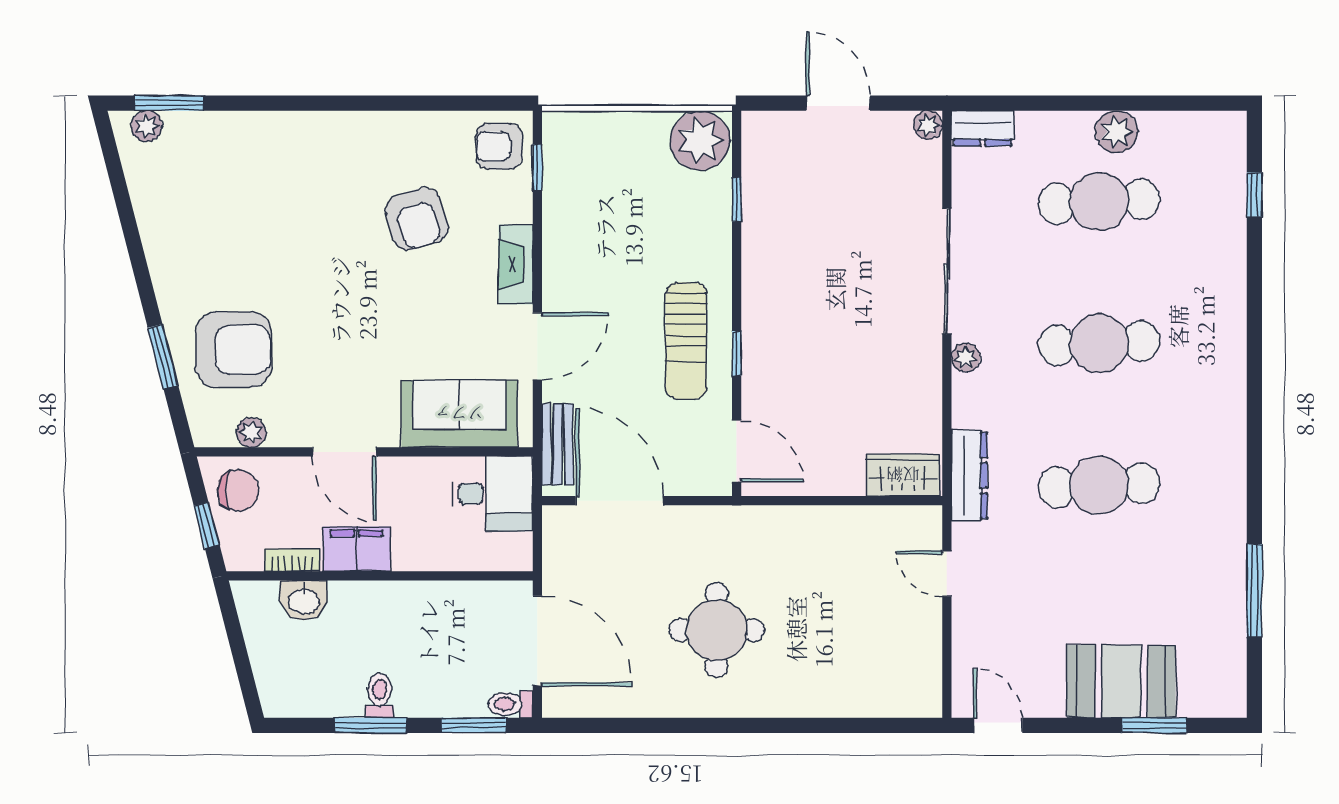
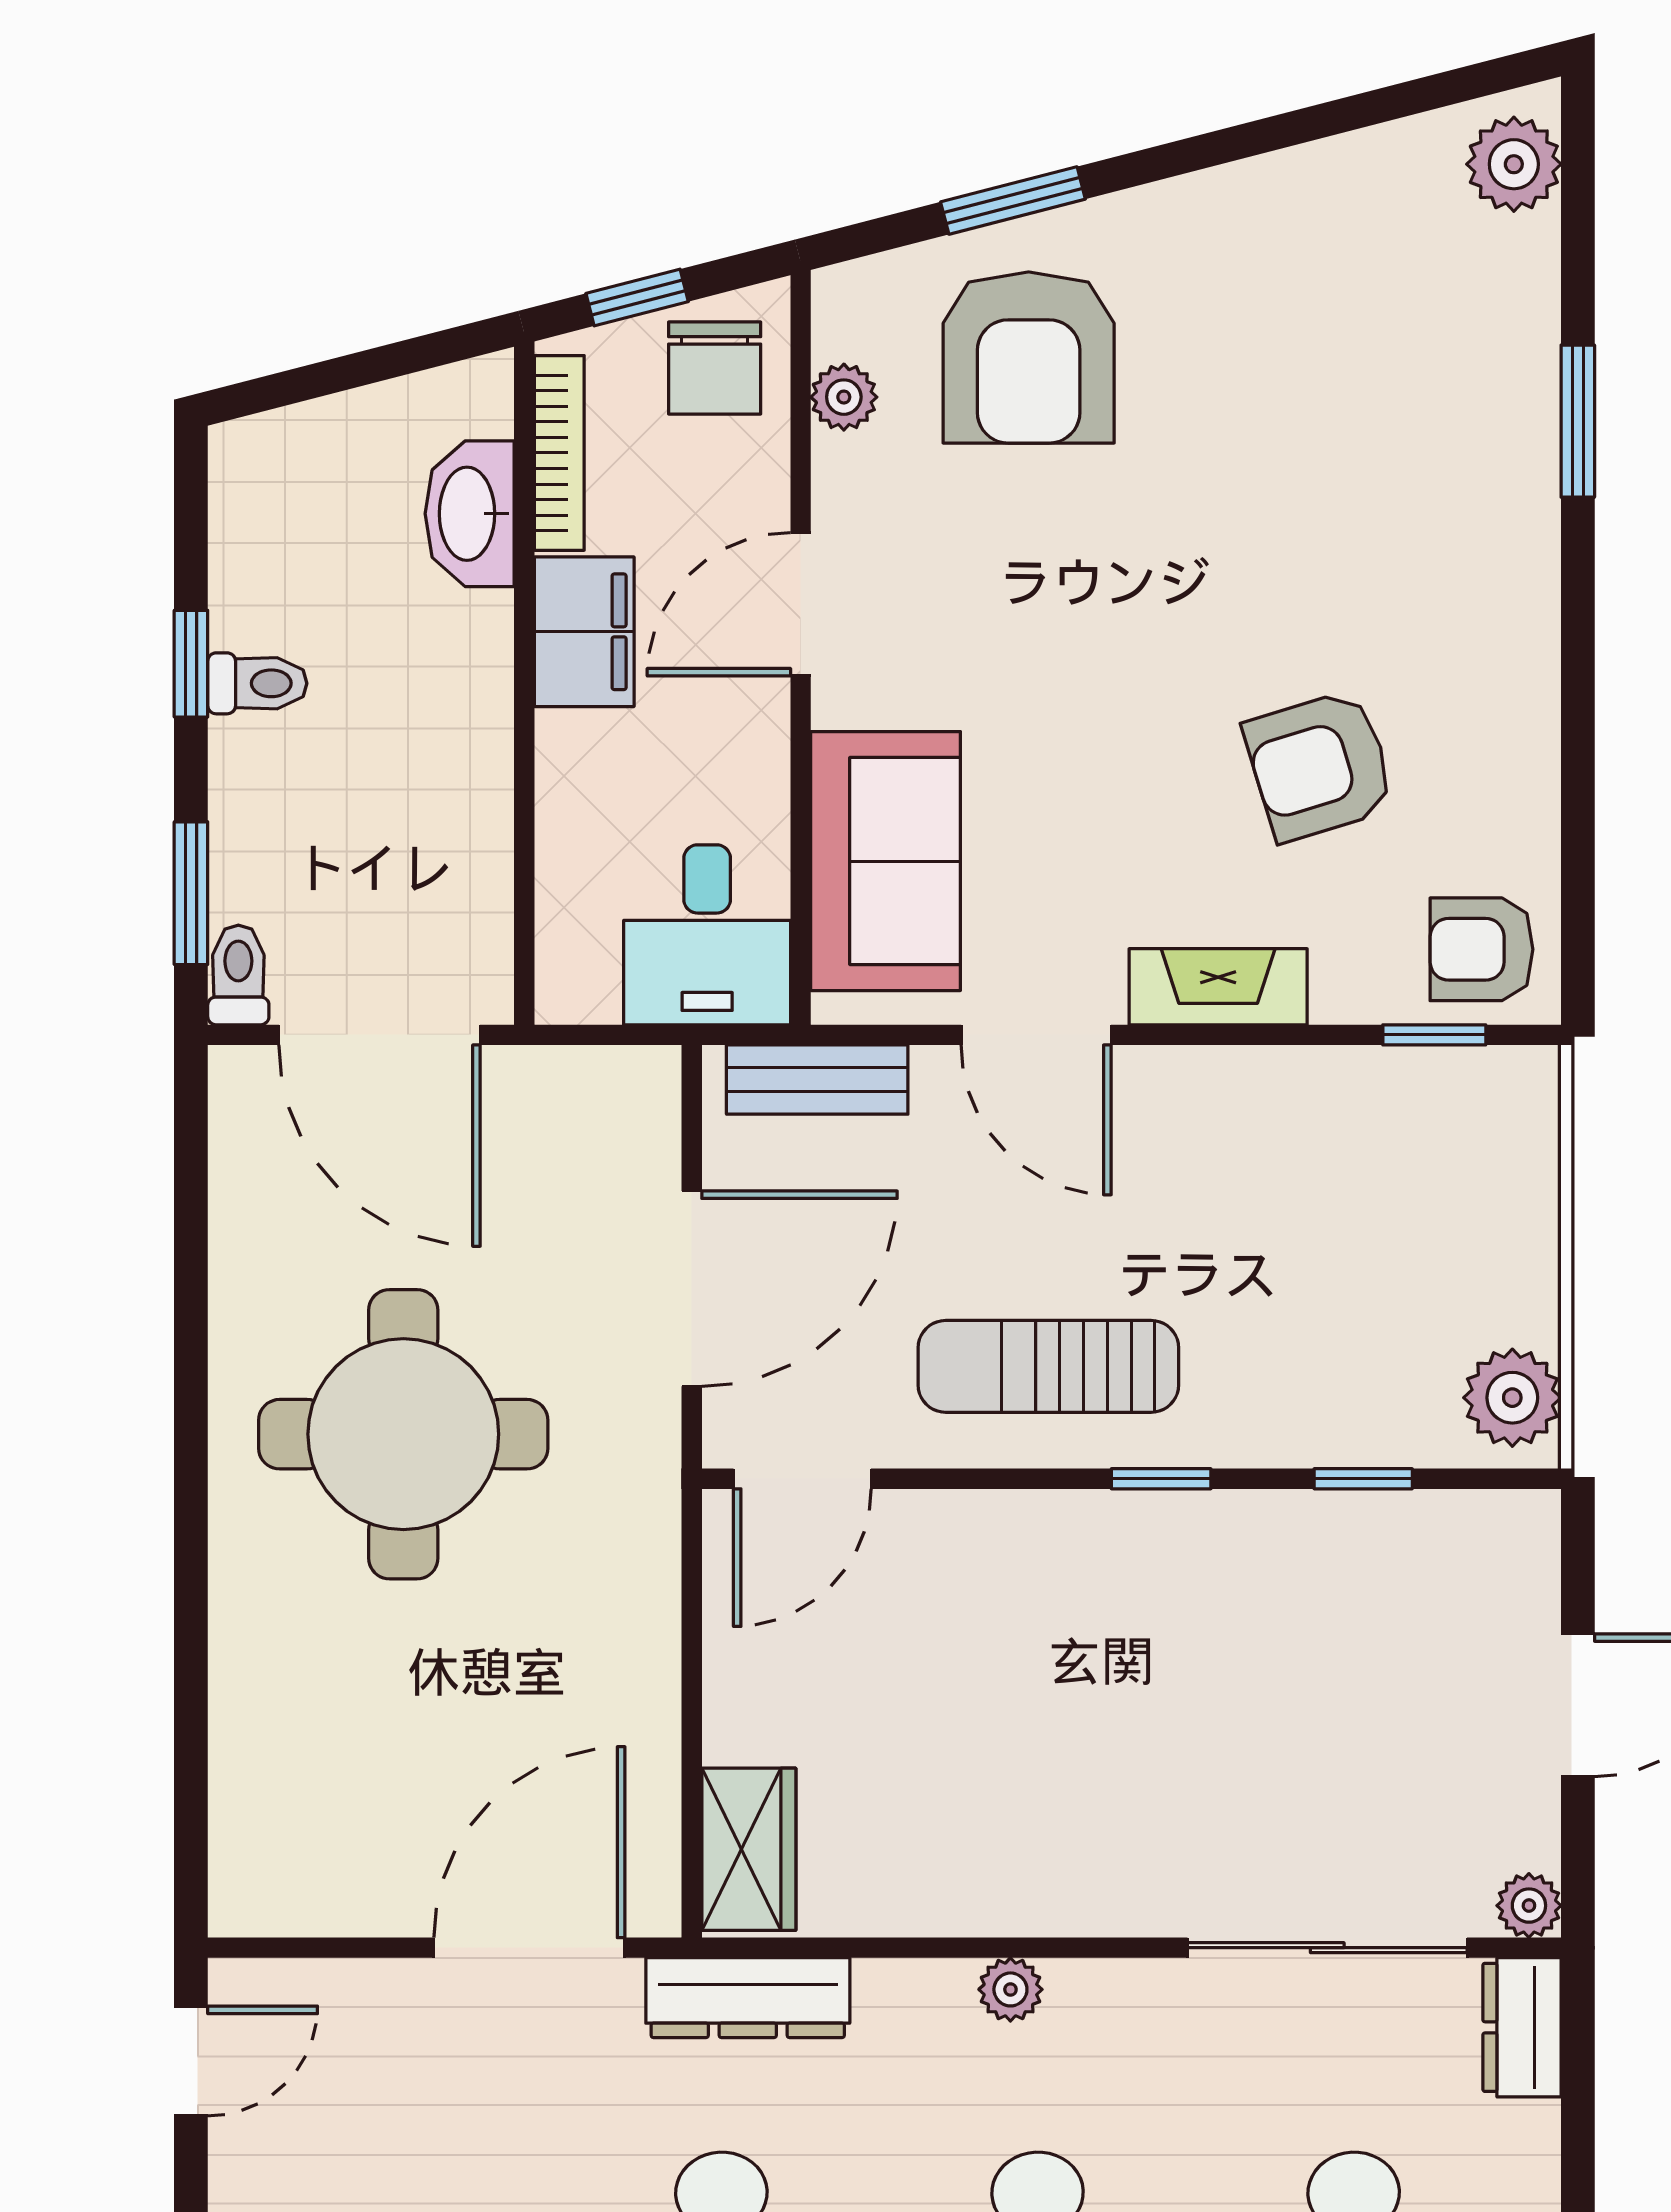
window: (169, 103) -> (1578, 421), moved
plant: (147, 126) -> (1514, 164), width x1.38, depth x1.38
plant: (700, 140) -> (1512, 1398), width x0.73, depth x0.73
armchair: (499, 146) -> (1482, 949), turned -90
sliding door: (947, 271) -> (1327, 1948), moved
window: (737, 353) -> (1161, 1479), moved
door: (620, 501) -> (692, 1289), moved
bookcase: (292, 560) -> (559, 453), width x1.56
door: (947, 573) -> (529, 1948), width x1.88
washbasin: (304, 600) -> (470, 514), width x1.38
round table: (717, 630) -> (403, 1434), width x1.36, depth x1.36
door: (537, 641) -> (380, 1035), hinge flipped
window: (371, 725) -> (191, 664), width x0.67

